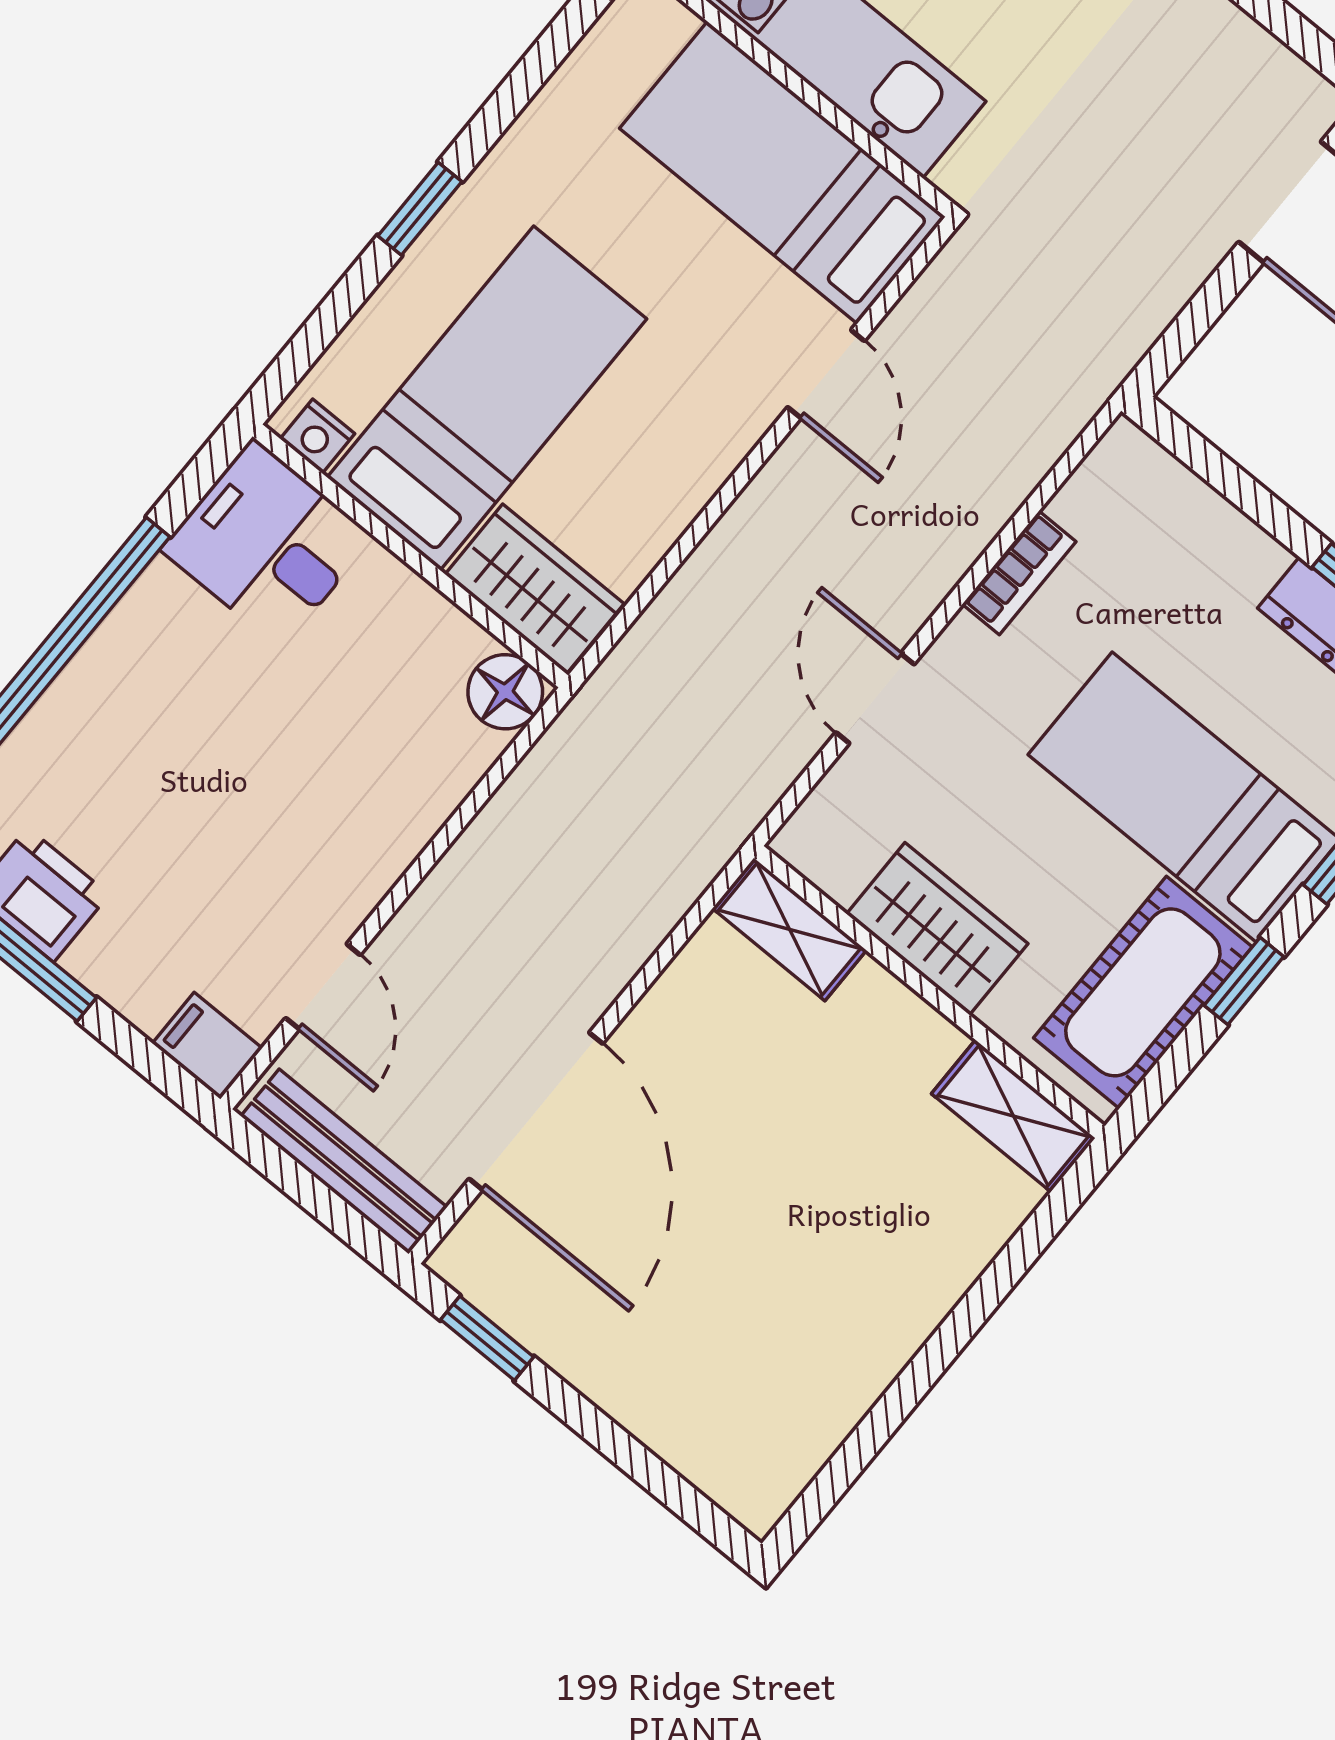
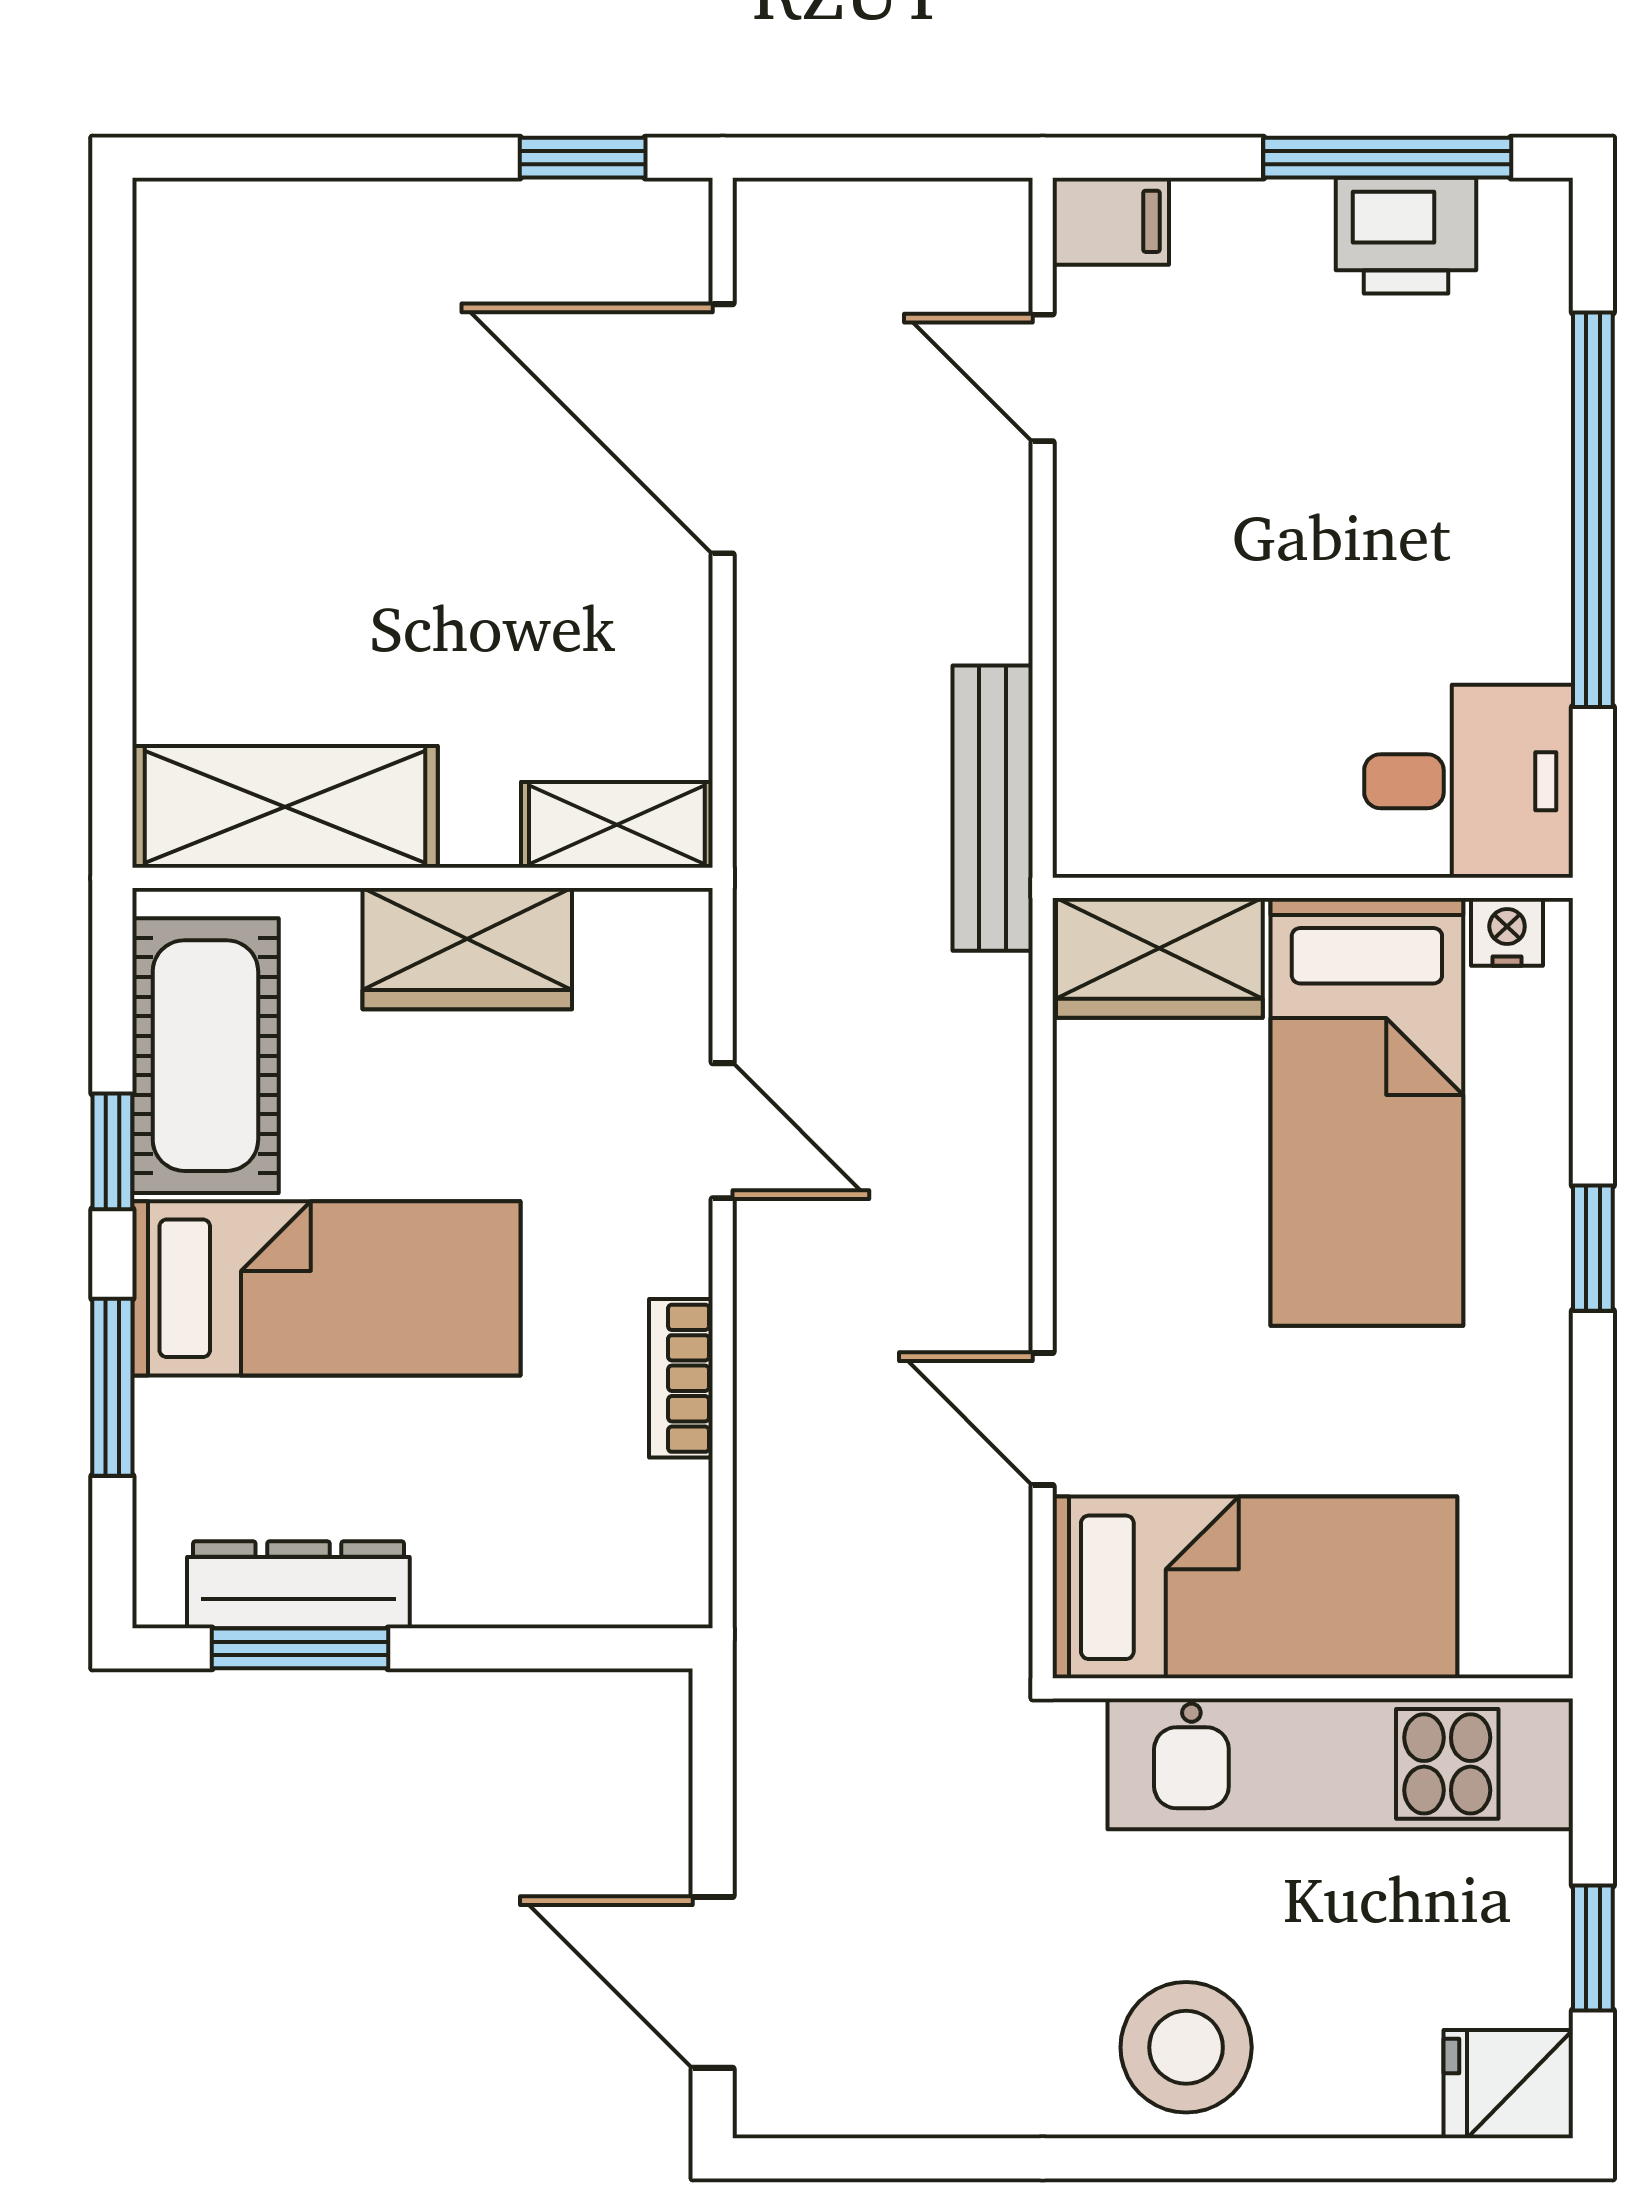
floor lamp: (505, 692) -> (1103, 829), removed
shelving: (1013, 1116) -> (285, 807), width x1.50, depth x1.33
bench: (344, 1162) -> (993, 808), moved, turned 90

